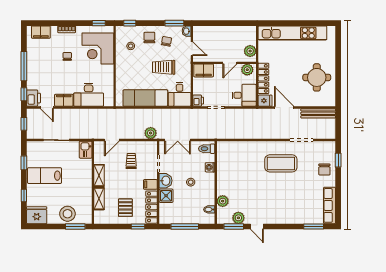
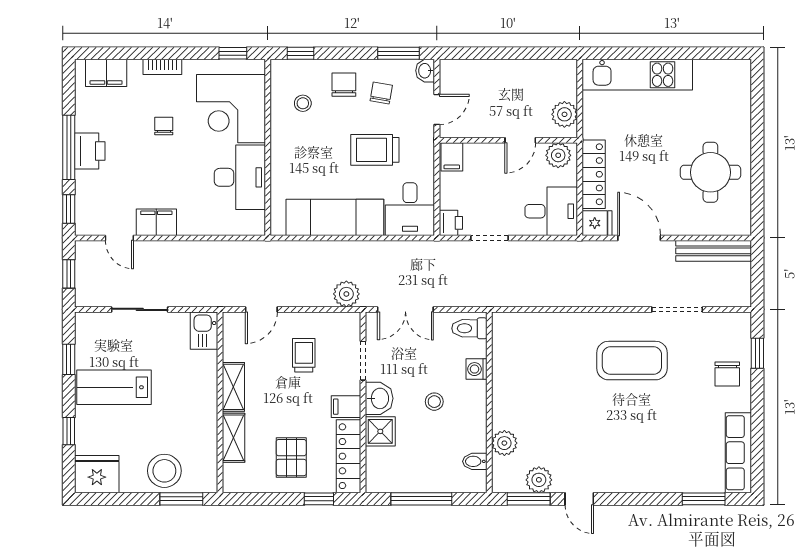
kitchen unit: (292, 33) -> (637, 75), width x0.73
door: (192, 49) -> (437, 109), hinge flipped
filing cabinet: (204, 70) -> (452, 157), width x0.50
desk: (89, 95) -> (240, 177), moved, turned -90
printer: (33, 98) -> (90, 151), moved

